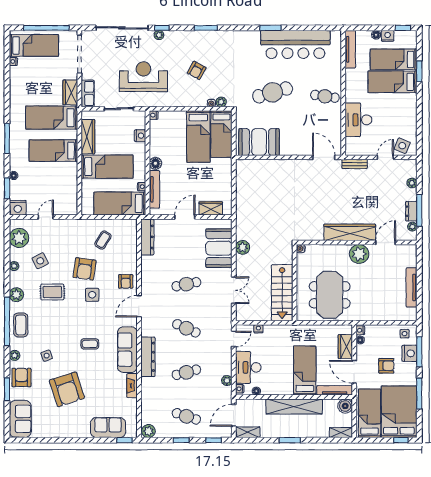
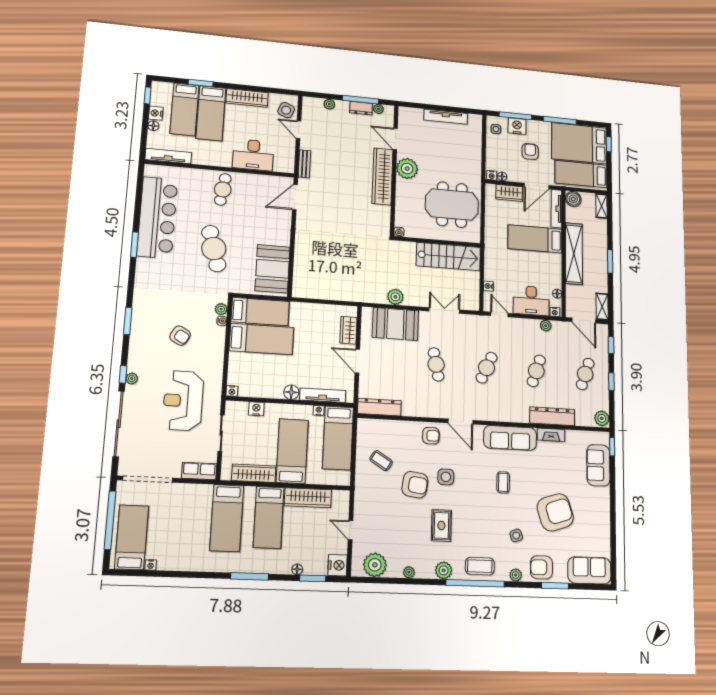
wardrobe: (70, 92) -> (308, 498), moved, width x1.50
wardrobe: (410, 112) -> (247, 98), added
side table: (40, 261) -> (404, 539), removed
dresser: (148, 357) -> (552, 416), moved
cafe table: (186, 372) -> (536, 371), turned 33

